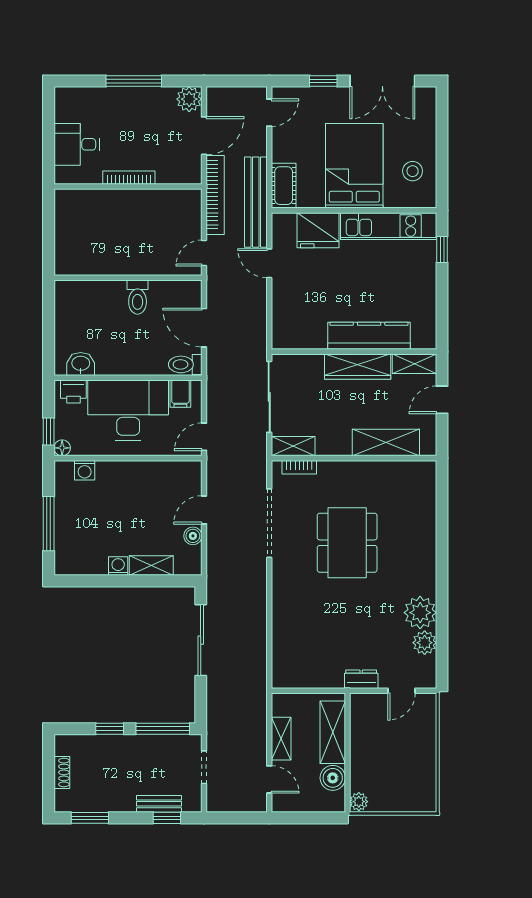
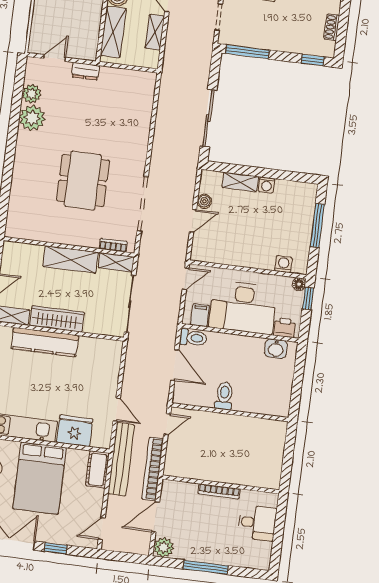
shelving: (386, 443) -> (71, 260), moved
window: (110, 729) -> (313, 60), moved

